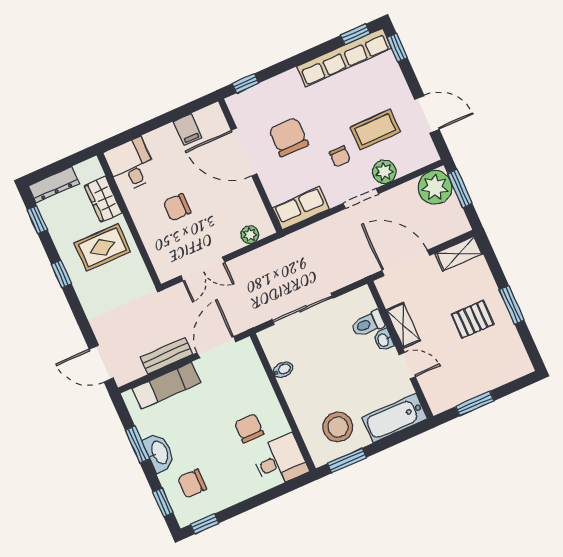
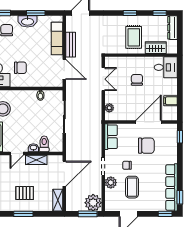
double door: (203, 269) -> (103, 79), swing flipped
pallet: (473, 319) -> (25, 193), turned 90

